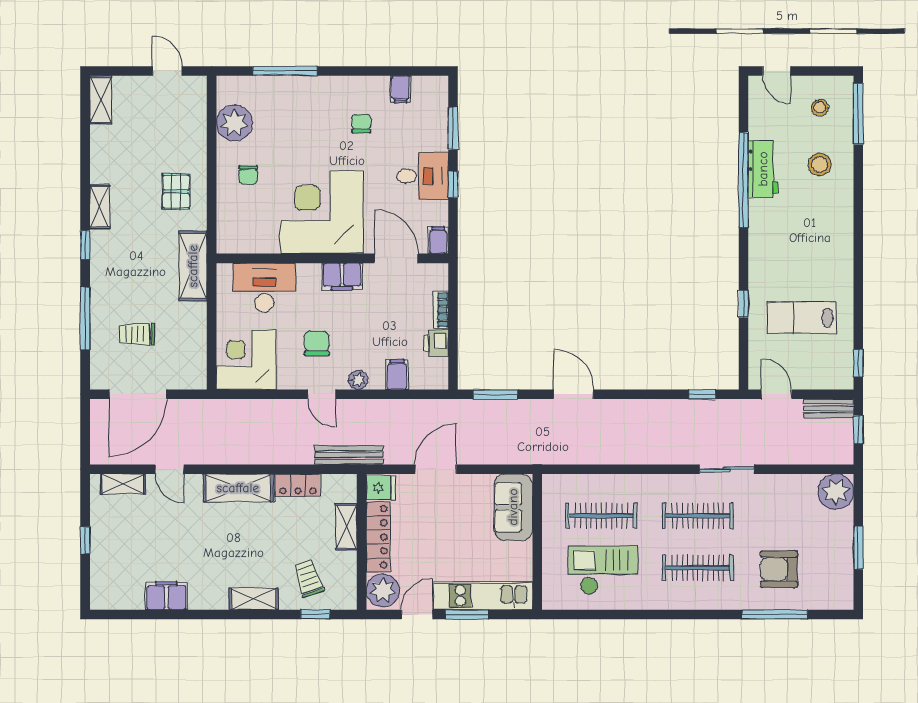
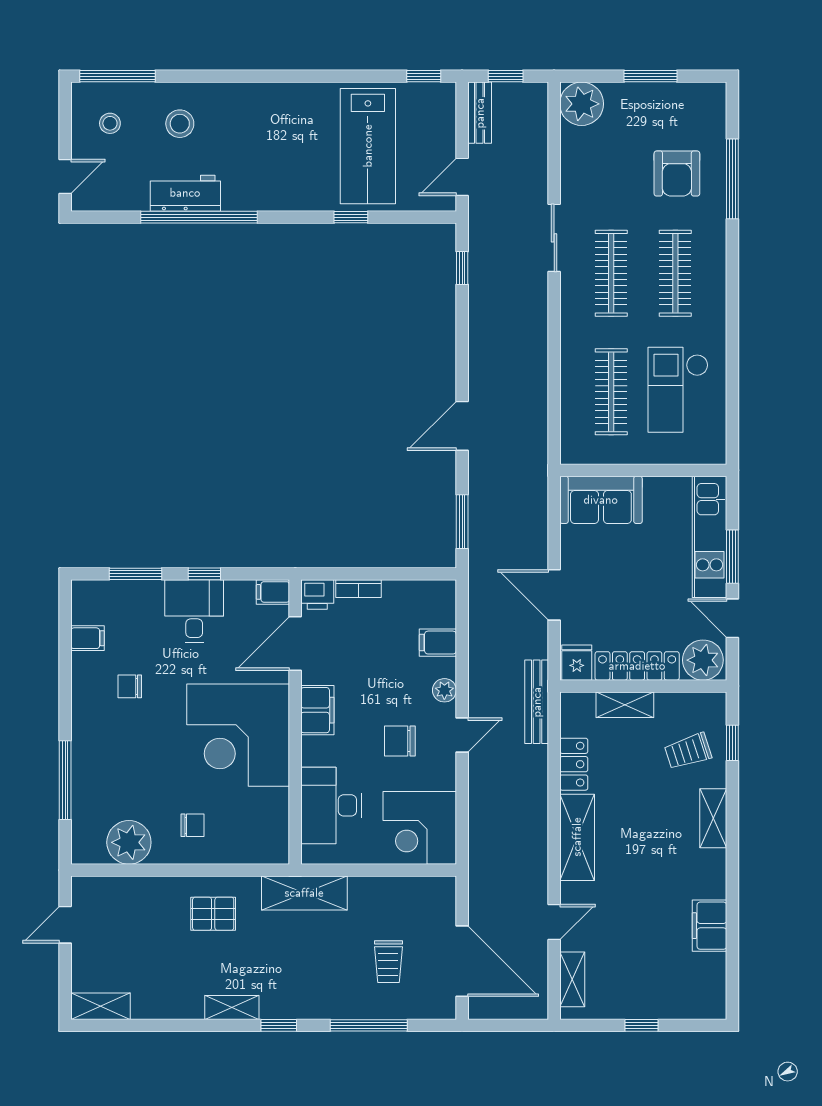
lab bench: (801, 318) -> (368, 146), width x1.36, depth x1.39
printer: (436, 343) -> (317, 594), moved

